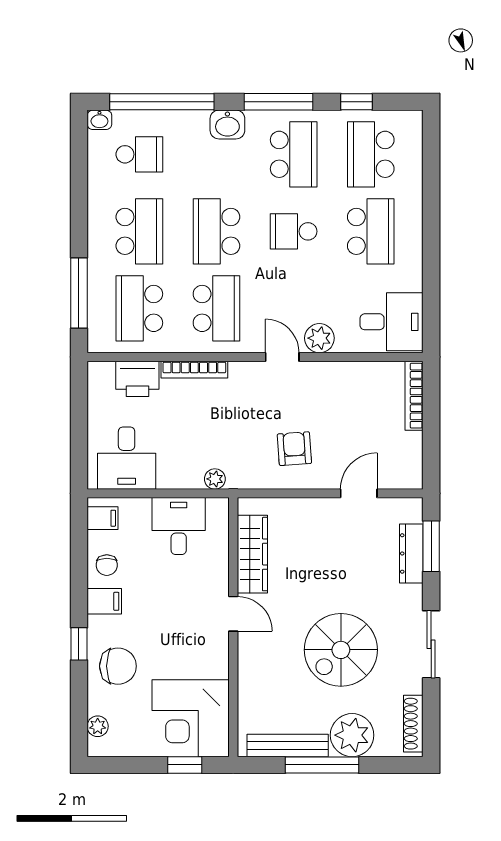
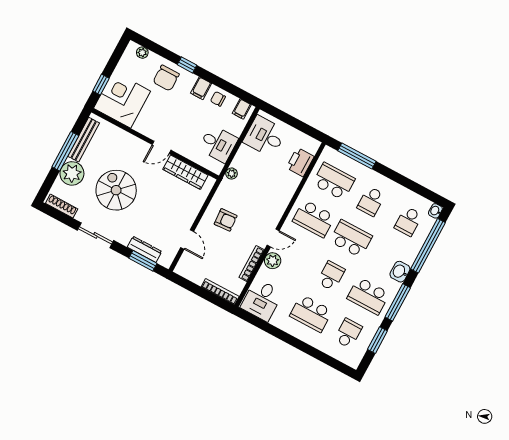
window: (357, 102) -> (377, 340), width x1.50
school desk: (371, 154) -> (348, 333), width x0.54
school desk: (139, 231) -> (371, 201), width x0.54
bookcase: (194, 370) -> (252, 264), moved

